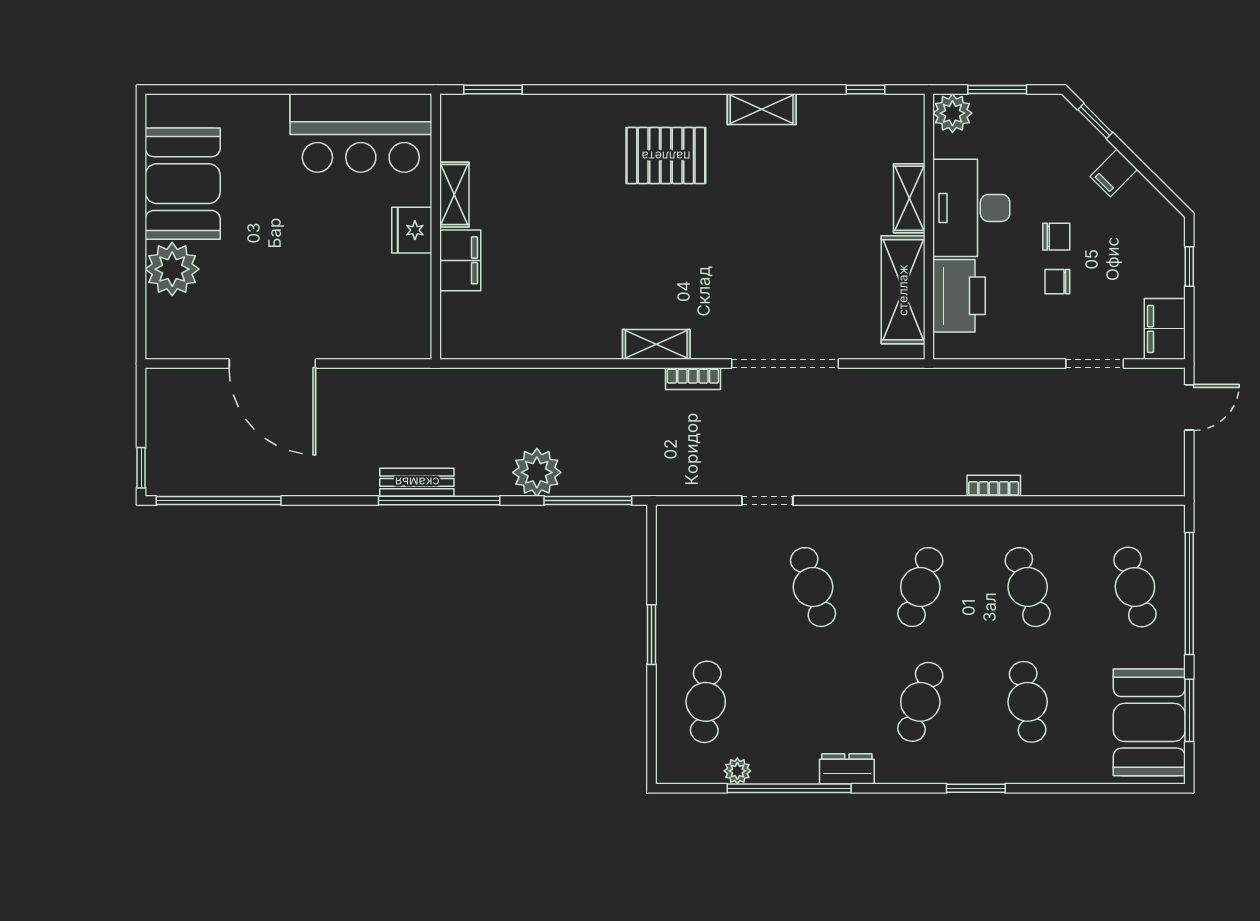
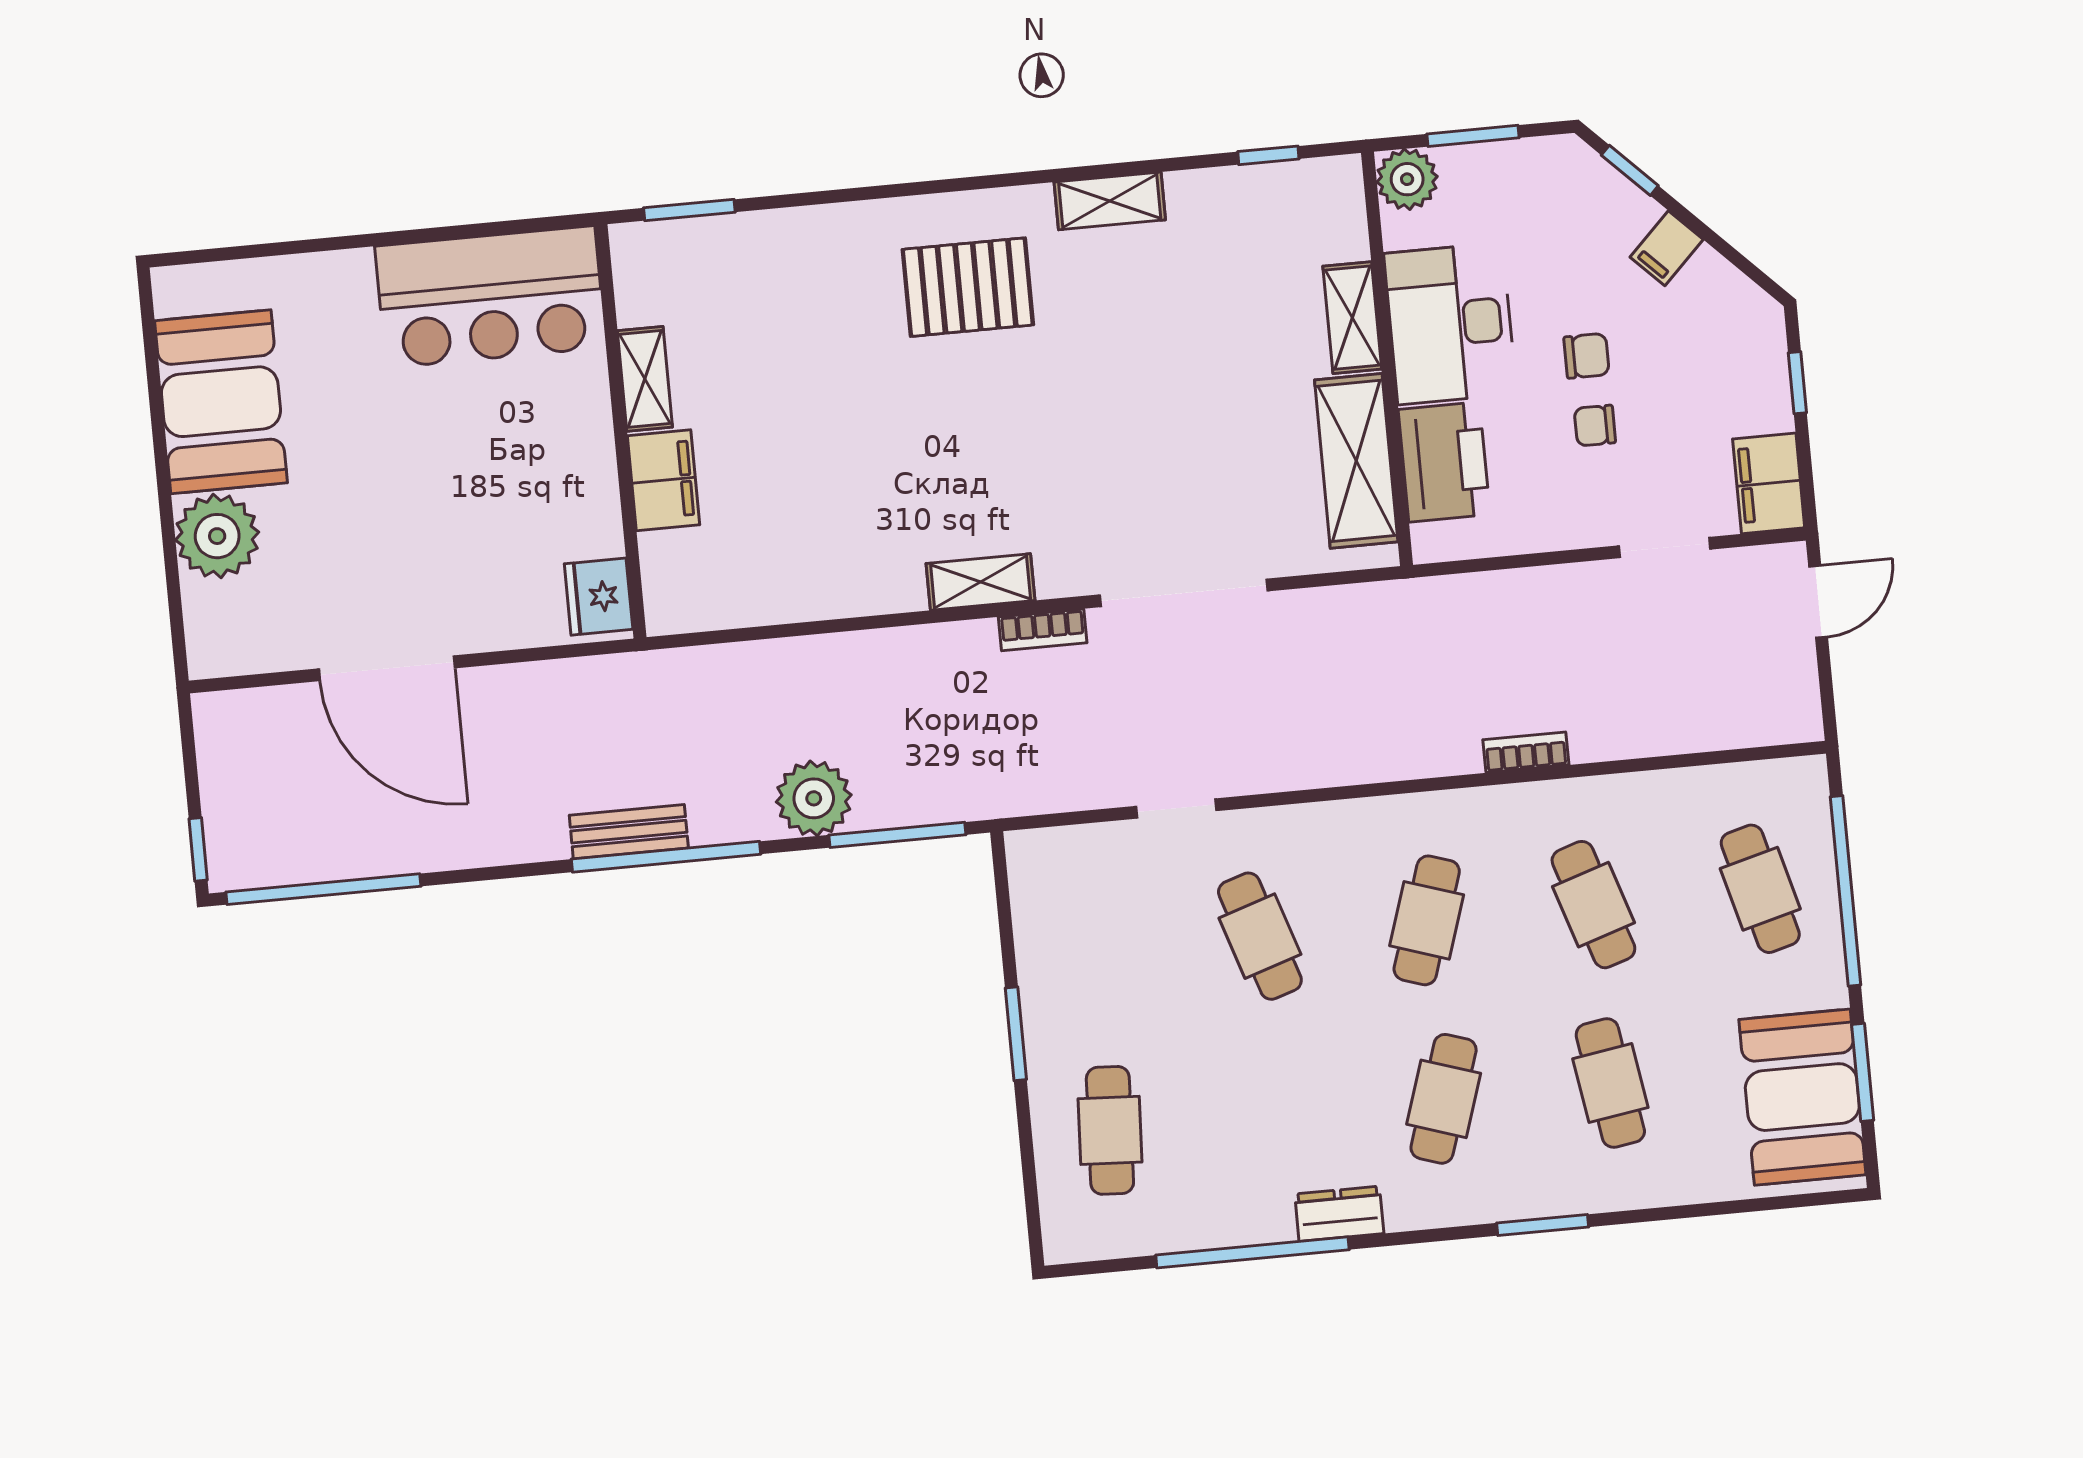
fridge: (412, 230) -> (599, 597), moved
plant: (737, 771) -> (1169, 1233), removed

